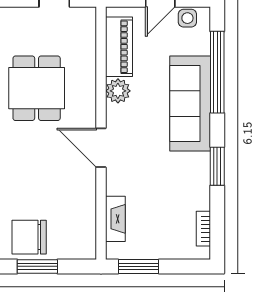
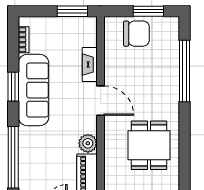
sofa: (190, 104) -> (34, 90), moved
fireplace: (115, 219) -> (90, 65), moved
chair: (29, 237) -> (136, 34), moved

